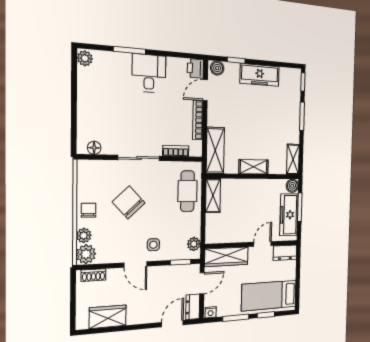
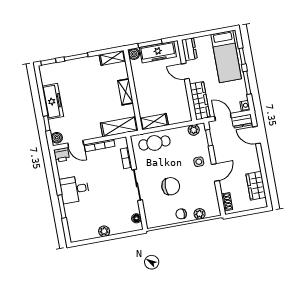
plant: (85, 58) -> (104, 231), moved
chair: (129, 202) -> (171, 186), turned -137
plant: (86, 254) -> (213, 210), removed

